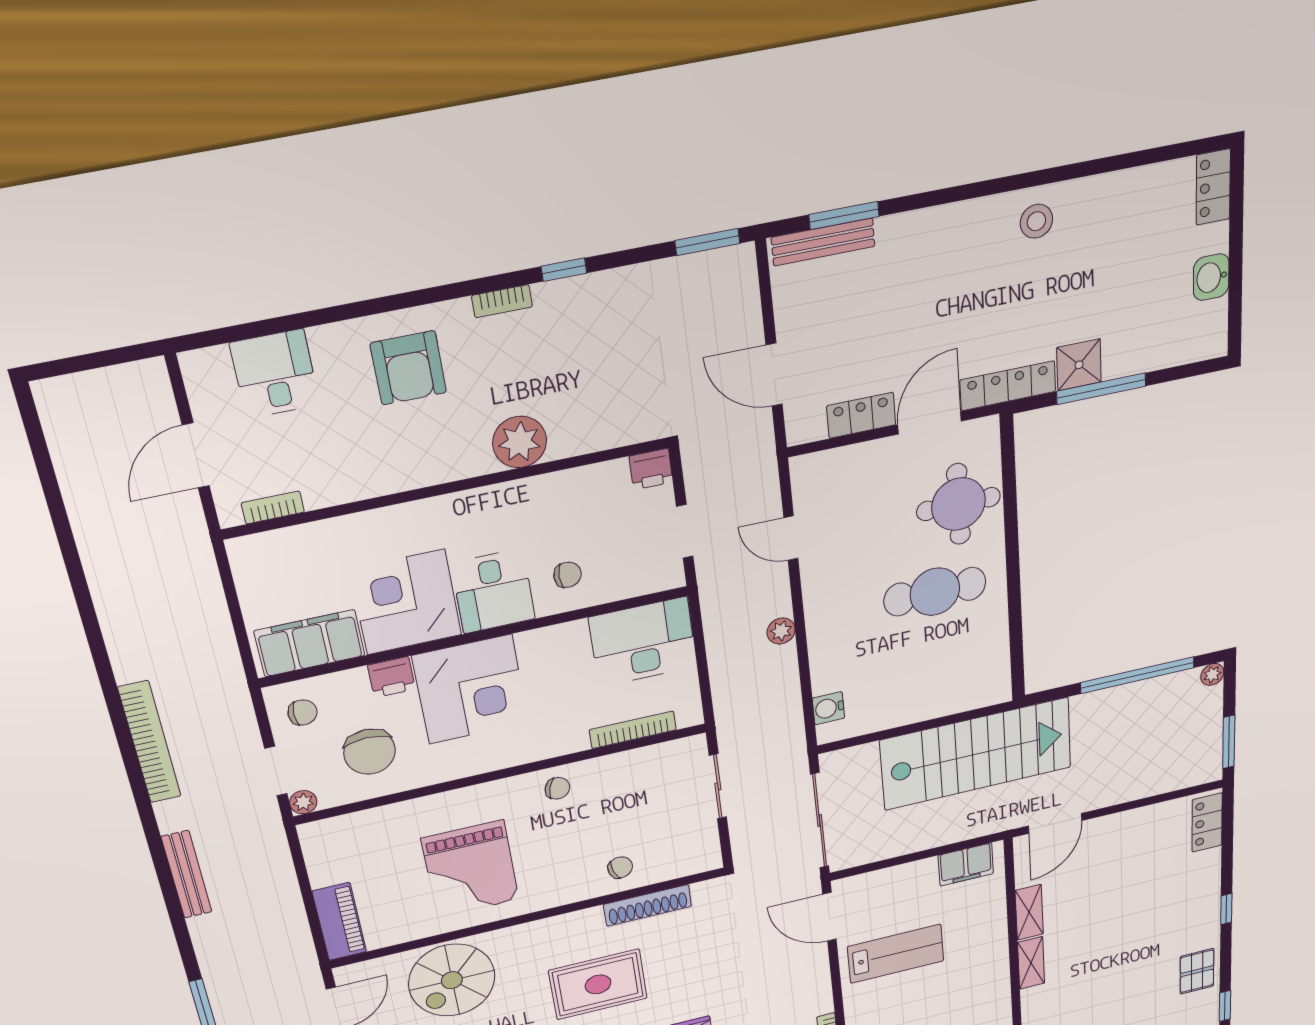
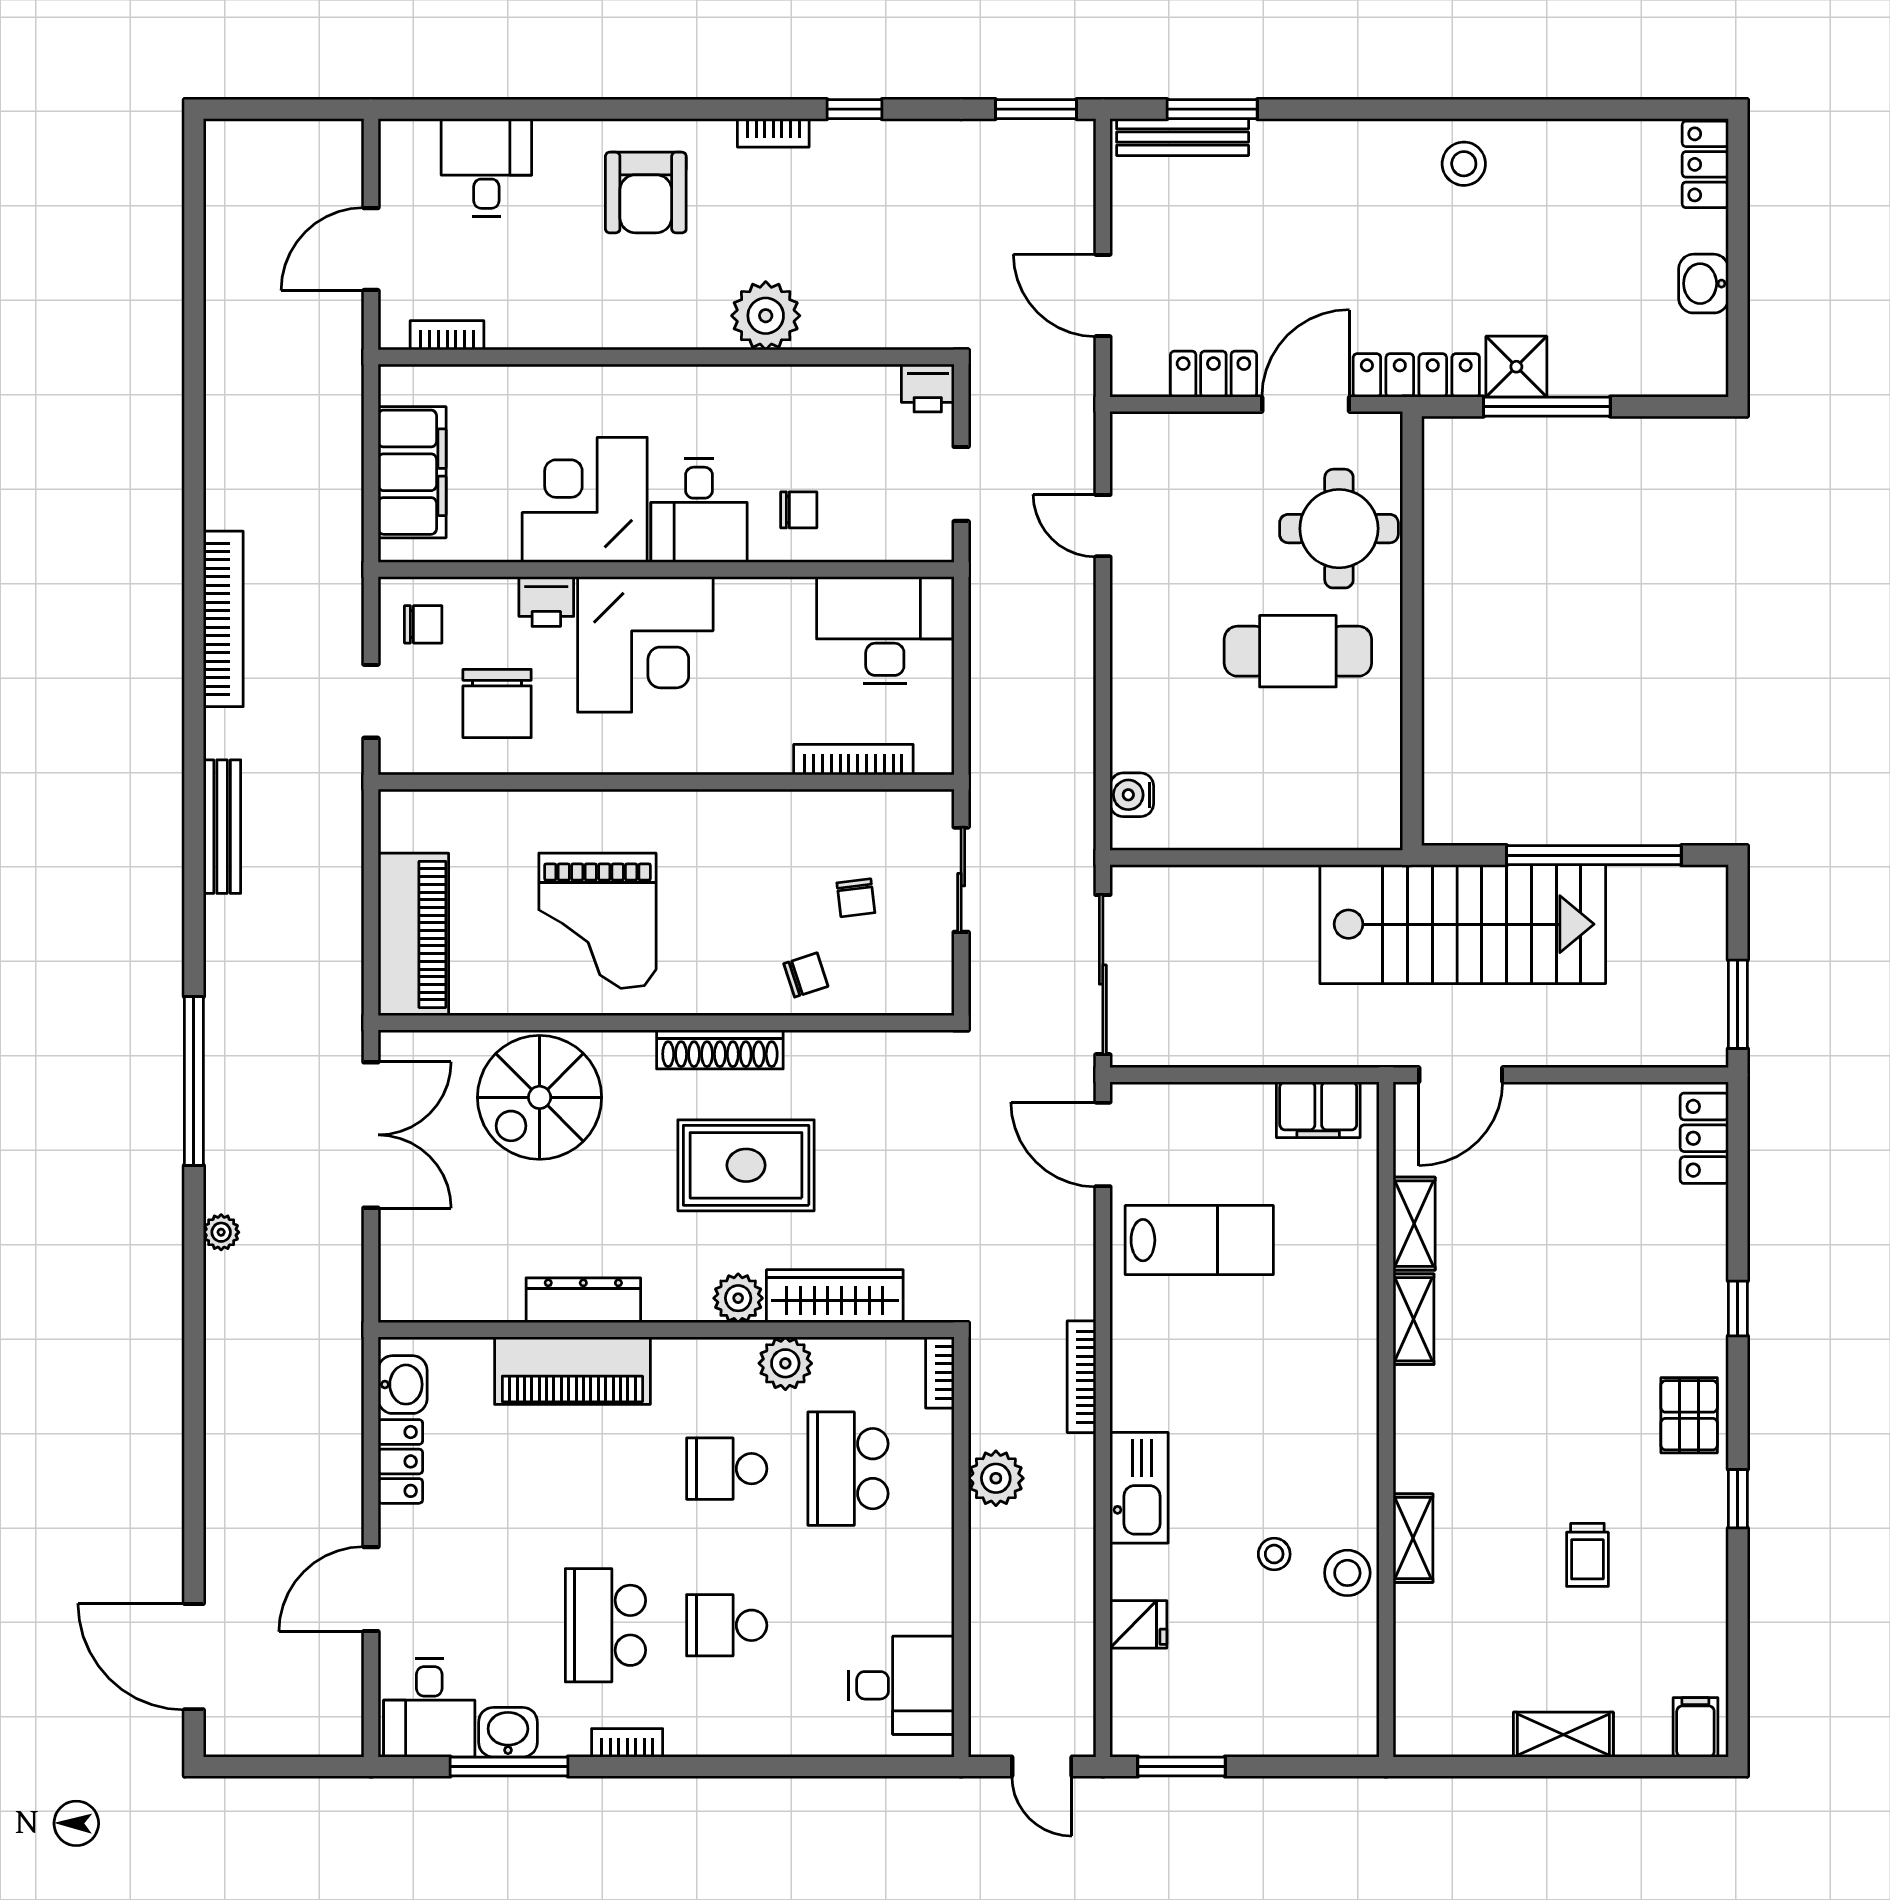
plant: (781, 631) -> (1076, 659), removed
filing cabinet: (310, 643) -> (412, 472), moved, turned 90
plant: (1212, 674) -> (1711, 883), removed
stairs: (976, 754) -> (1463, 924), moved
chair: (557, 788) -> (856, 898), moved, turned 67
plant: (303, 802) -> (396, 757), removed
shoe rack: (648, 905) -> (720, 1049), moved
piano: (339, 922) -> (413, 934), width x1.37, depth x1.33

